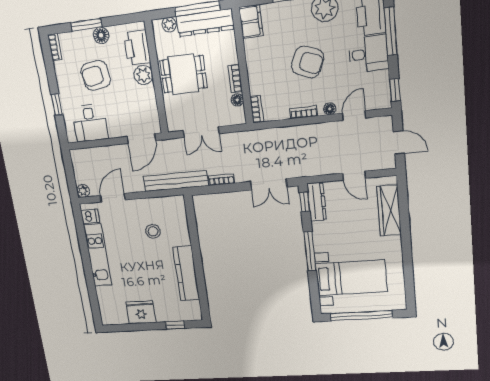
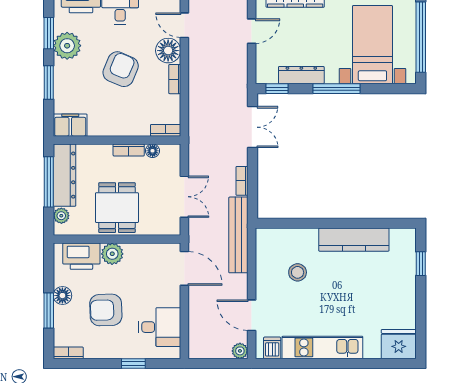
armchair: (96, 75) -> (106, 310), turned 97
floor lamp: (330, 109) -> (168, 51), width x1.89, depth x1.89
dresser: (317, 202) -> (301, 75), moved
fridge: (141, 312) -> (399, 344), moved, turned 90

